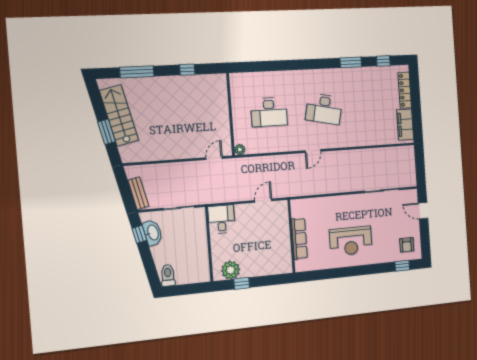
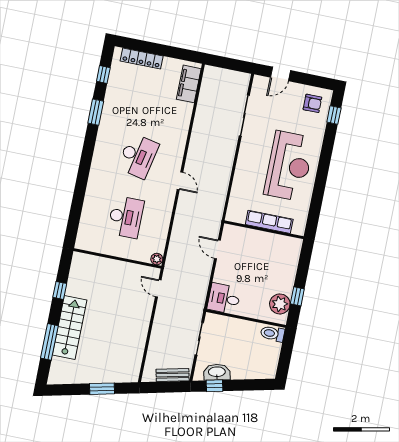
stairs: (119, 115) -> (70, 327), moved, turned 103
filing cabinet: (405, 125) -> (189, 84), moved, turned 90
reception desk: (351, 241) -> (289, 166), width x1.36, depth x1.30
toilet: (168, 275) -> (272, 334), moved

